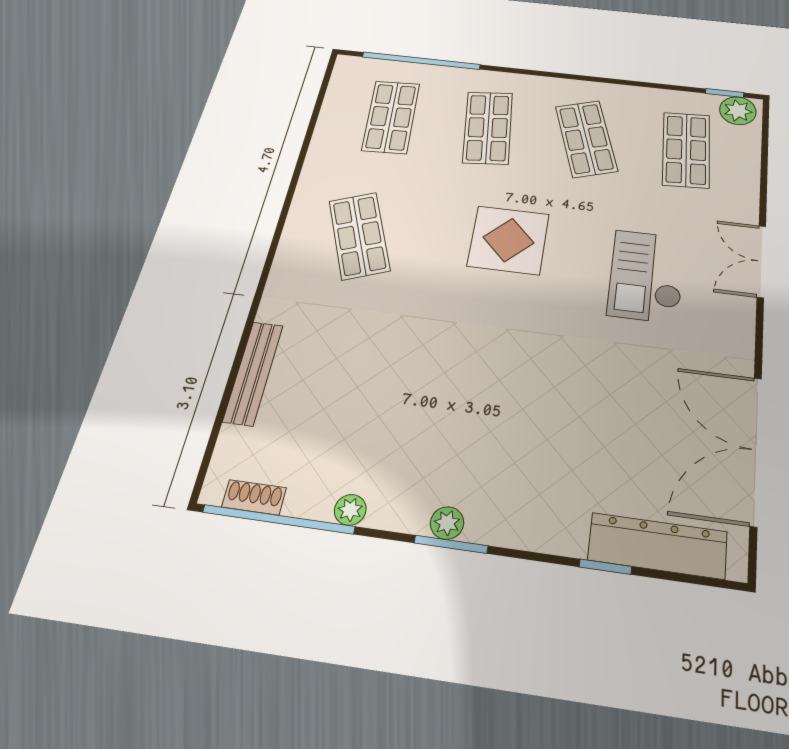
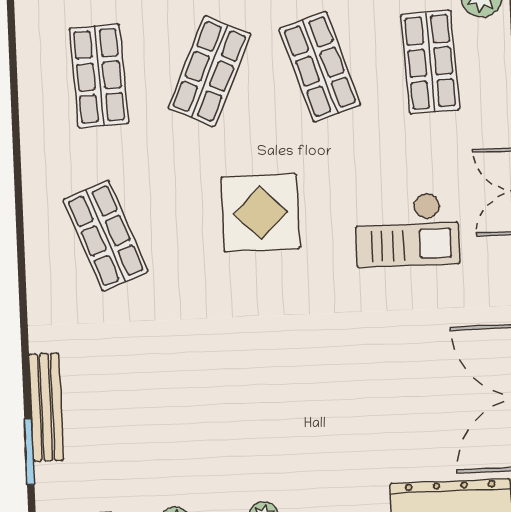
shop shelf: (488, 128) -> (209, 71), turned 30
checkout: (646, 276) -> (407, 230), turned -90
window: (222, 412) -> (29, 452), added

